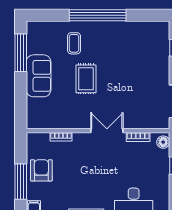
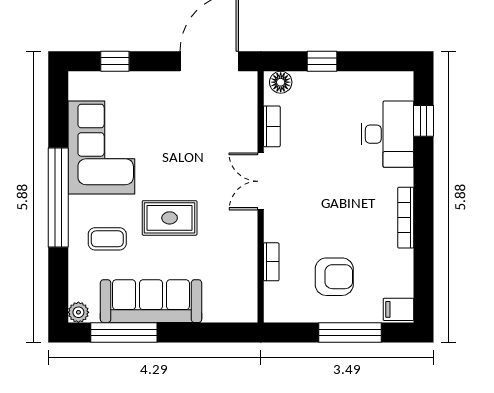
plant: (32, 27) -> (78, 312), added
corner sofa: (126, 40) -> (101, 147), added
sofa: (39, 76) -> (151, 301), width x1.36
armchair: (41, 170) -> (334, 277), moved, turned 180

